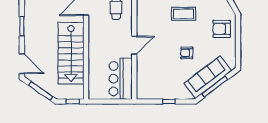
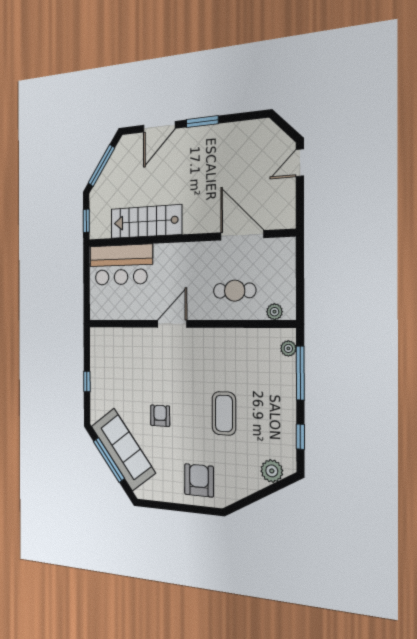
door: (134, 45) -> (172, 324), swing flipped
stairs: (71, 53) -> (146, 222), width x0.73, depth x0.66
door: (22, 64) -> (159, 127), moved
bar counter: (121, 79) -> (121, 265), moved, turned 180

